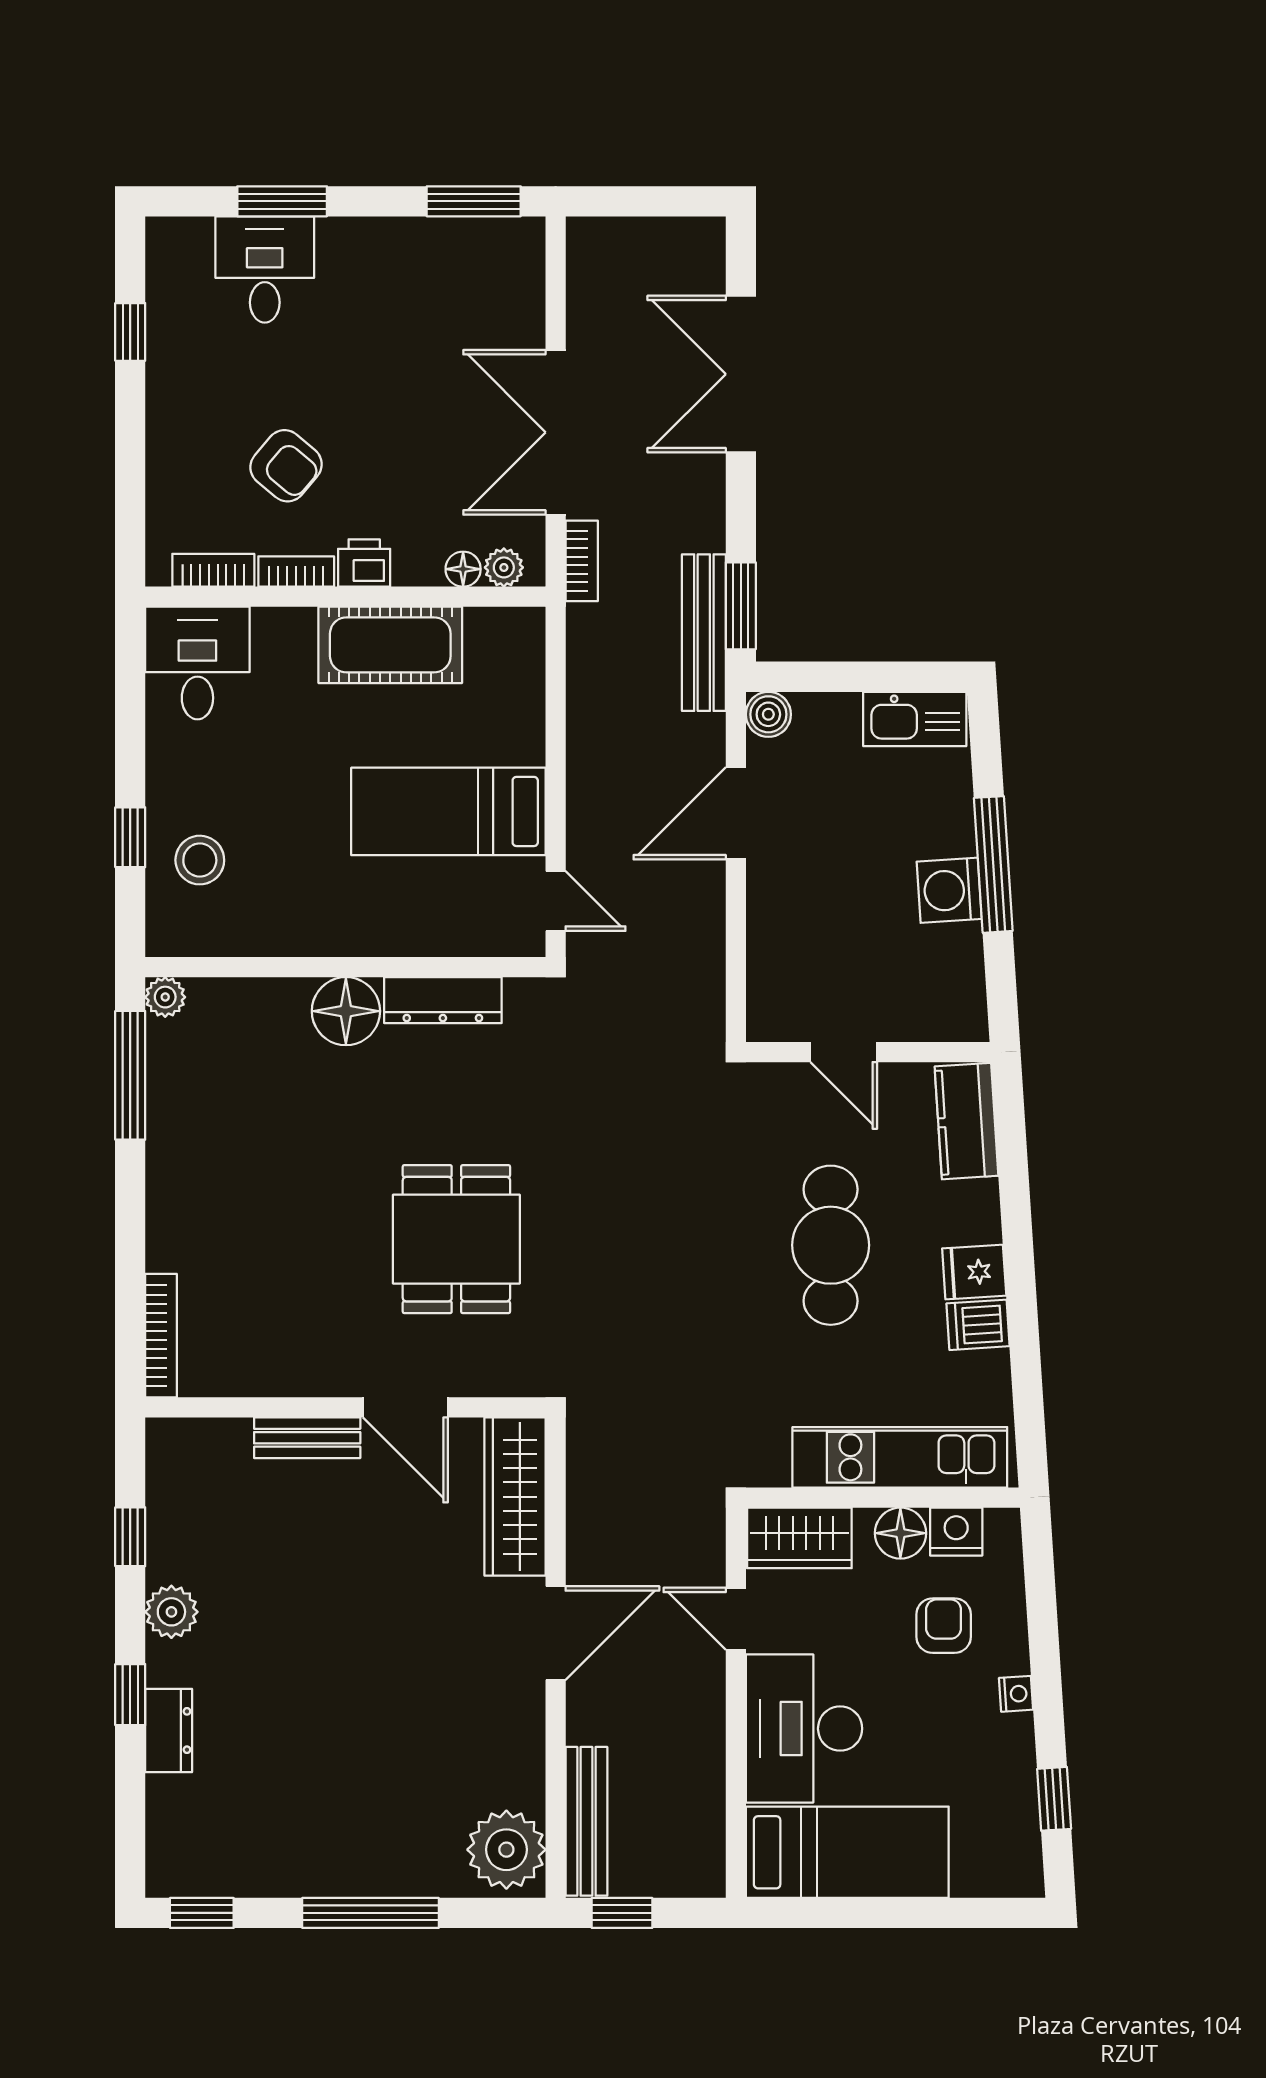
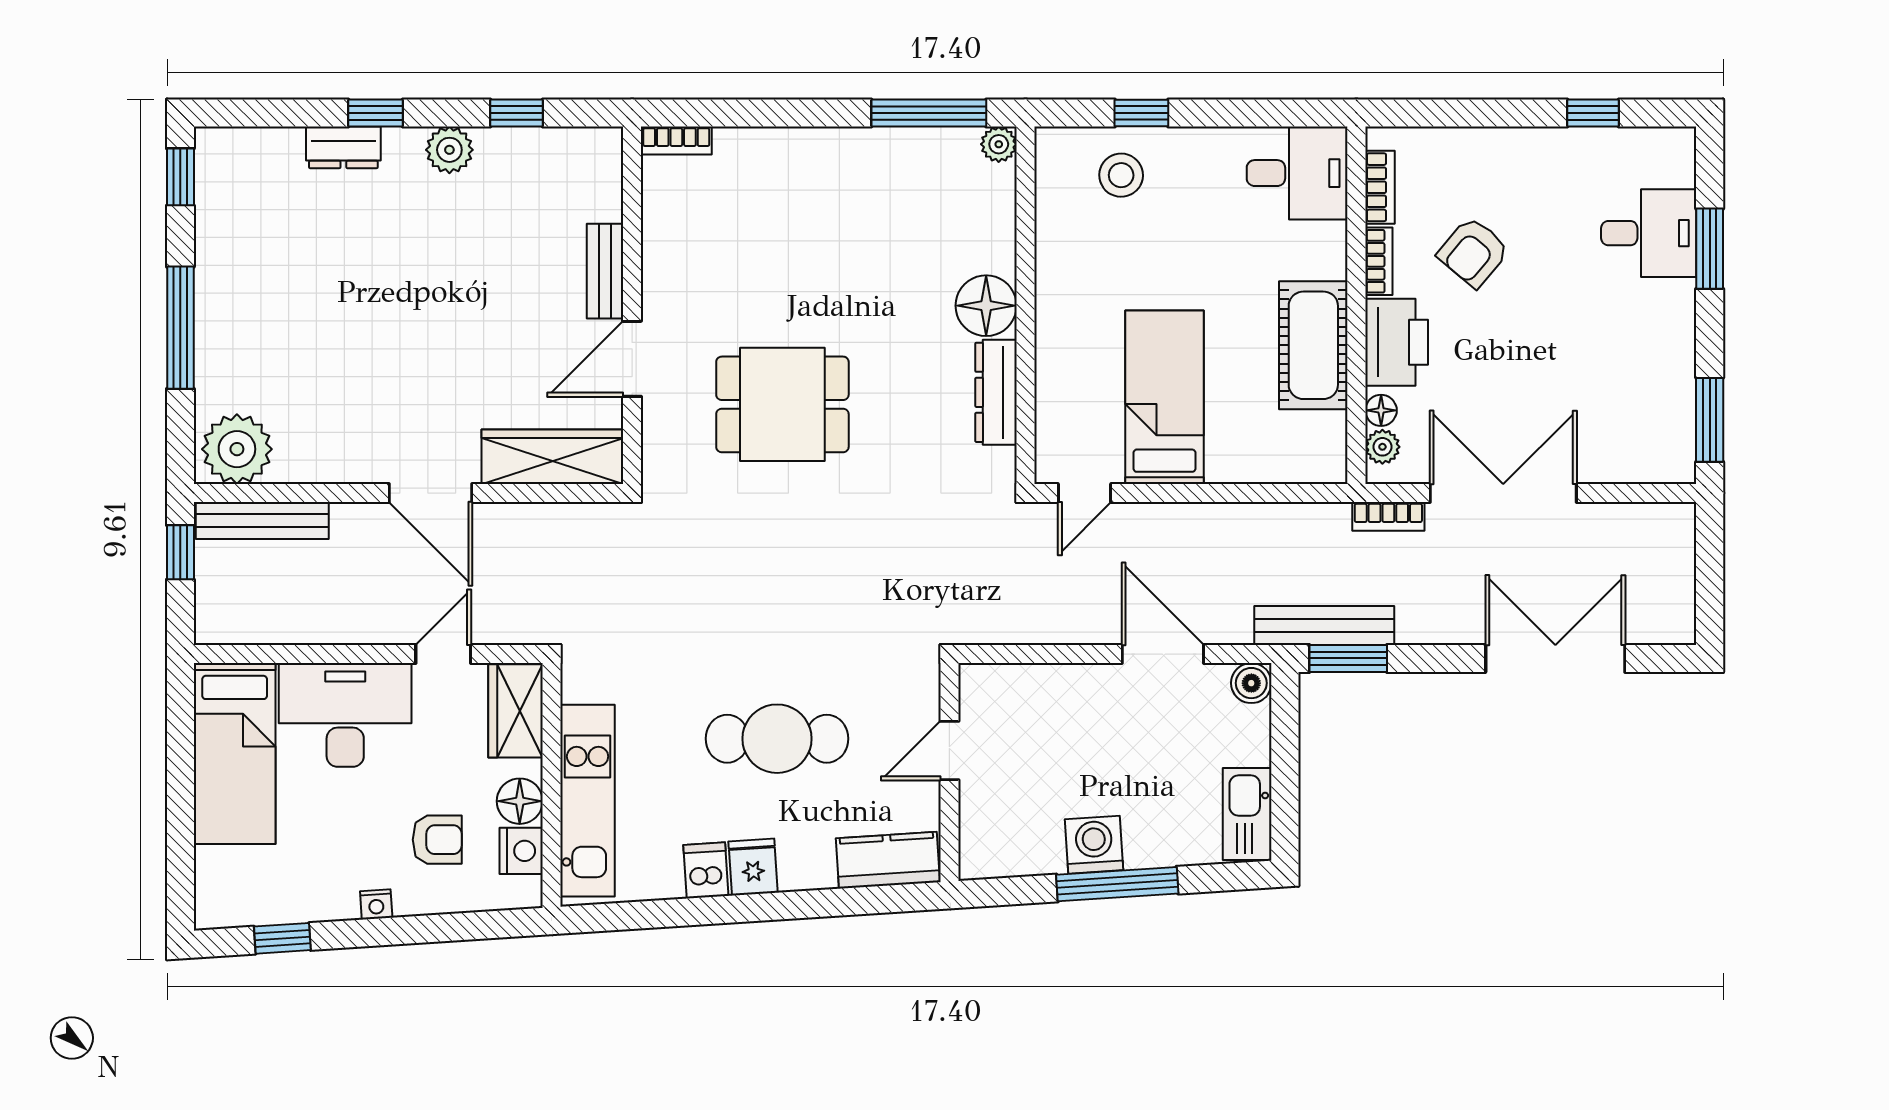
printer: (364, 563) -> (1397, 342), width x1.87, depth x1.48
bookcase: (161, 1336) -> (676, 141), width x0.64

